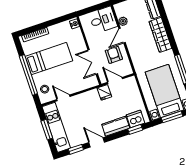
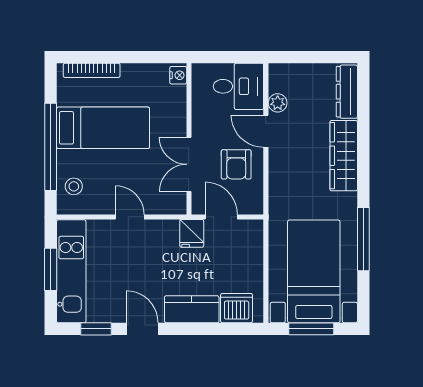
door: (122, 36) -> (266, 131), hinge flipped
armchair: (114, 55) -> (236, 164), turned 180
door: (63, 98) -> (130, 217), moved
window: (135, 129) -> (229, 329), removed

